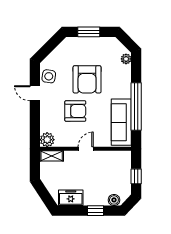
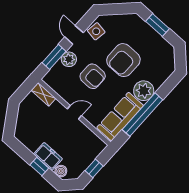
plant: (126, 59) -> (144, 91), moved, width x1.87, depth x1.87
window: (35, 122) -> (54, 57), added
plant: (47, 140) -> (69, 59), moved
freezer: (71, 198) -> (48, 156), moved

